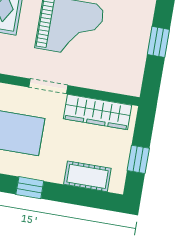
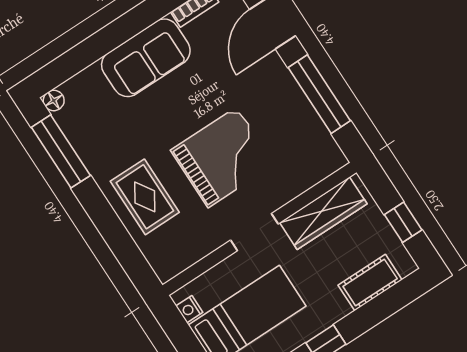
window: (158, 42) -> (319, 94), width x2.17

